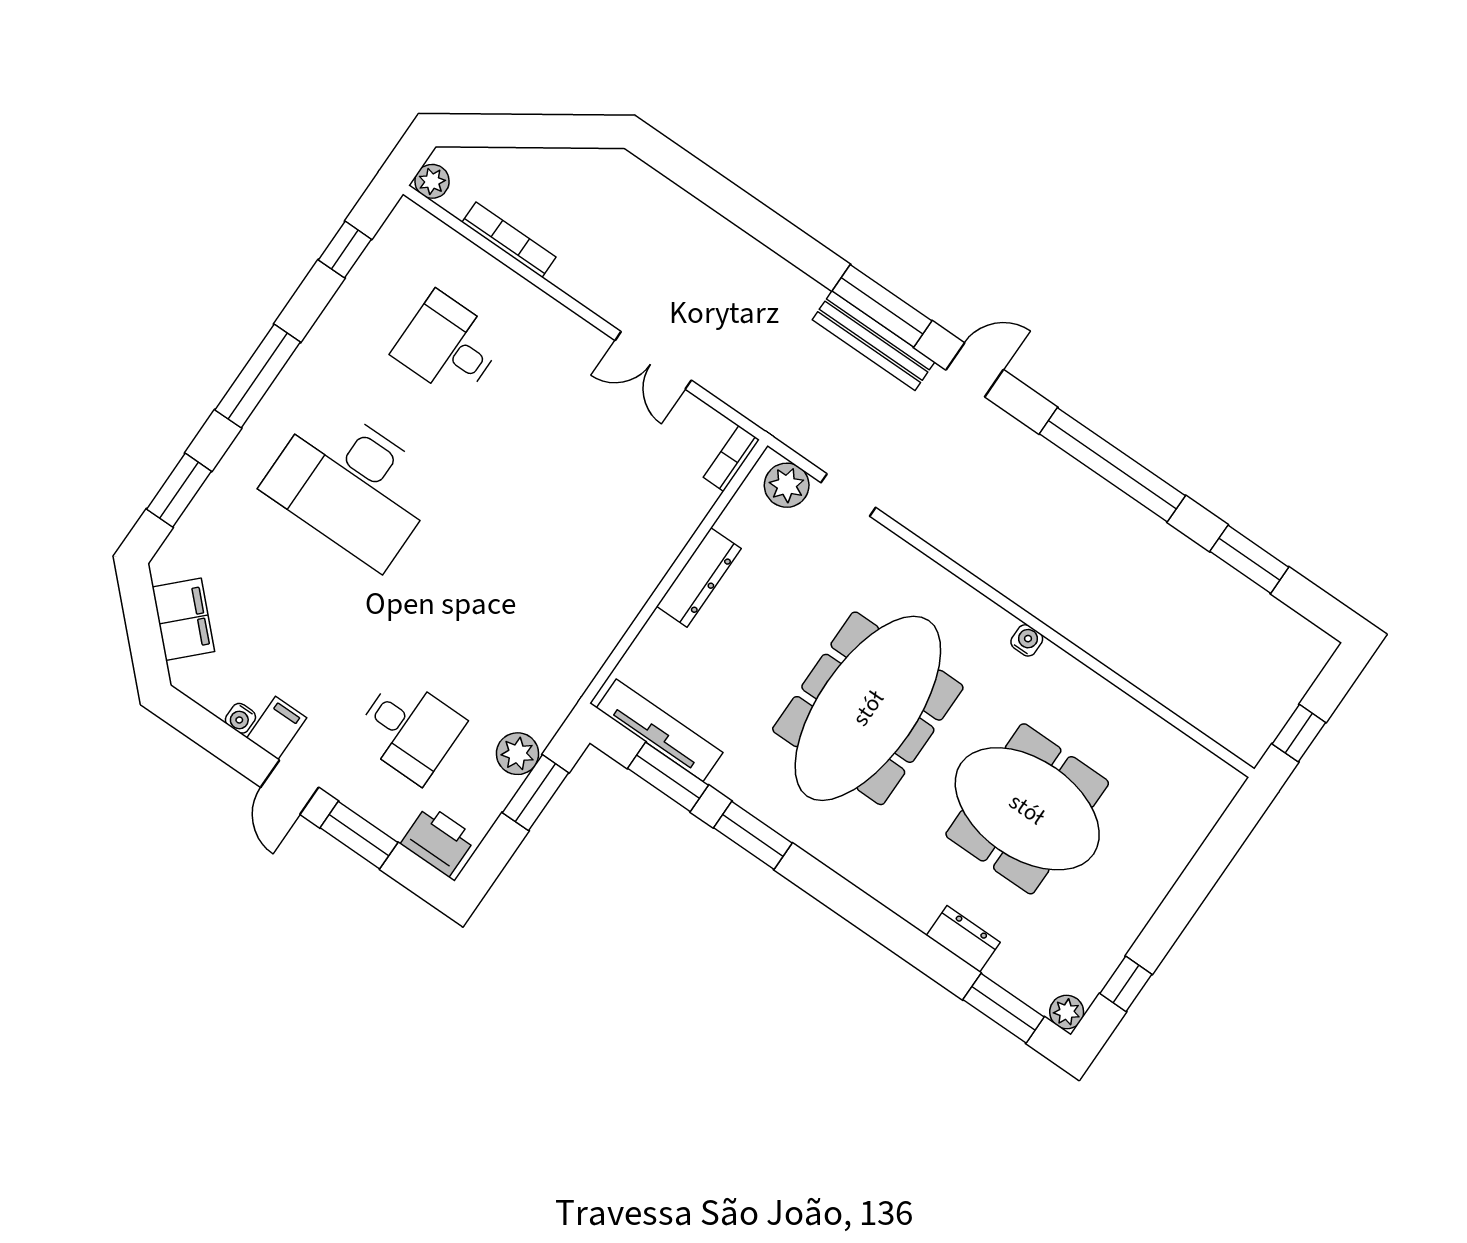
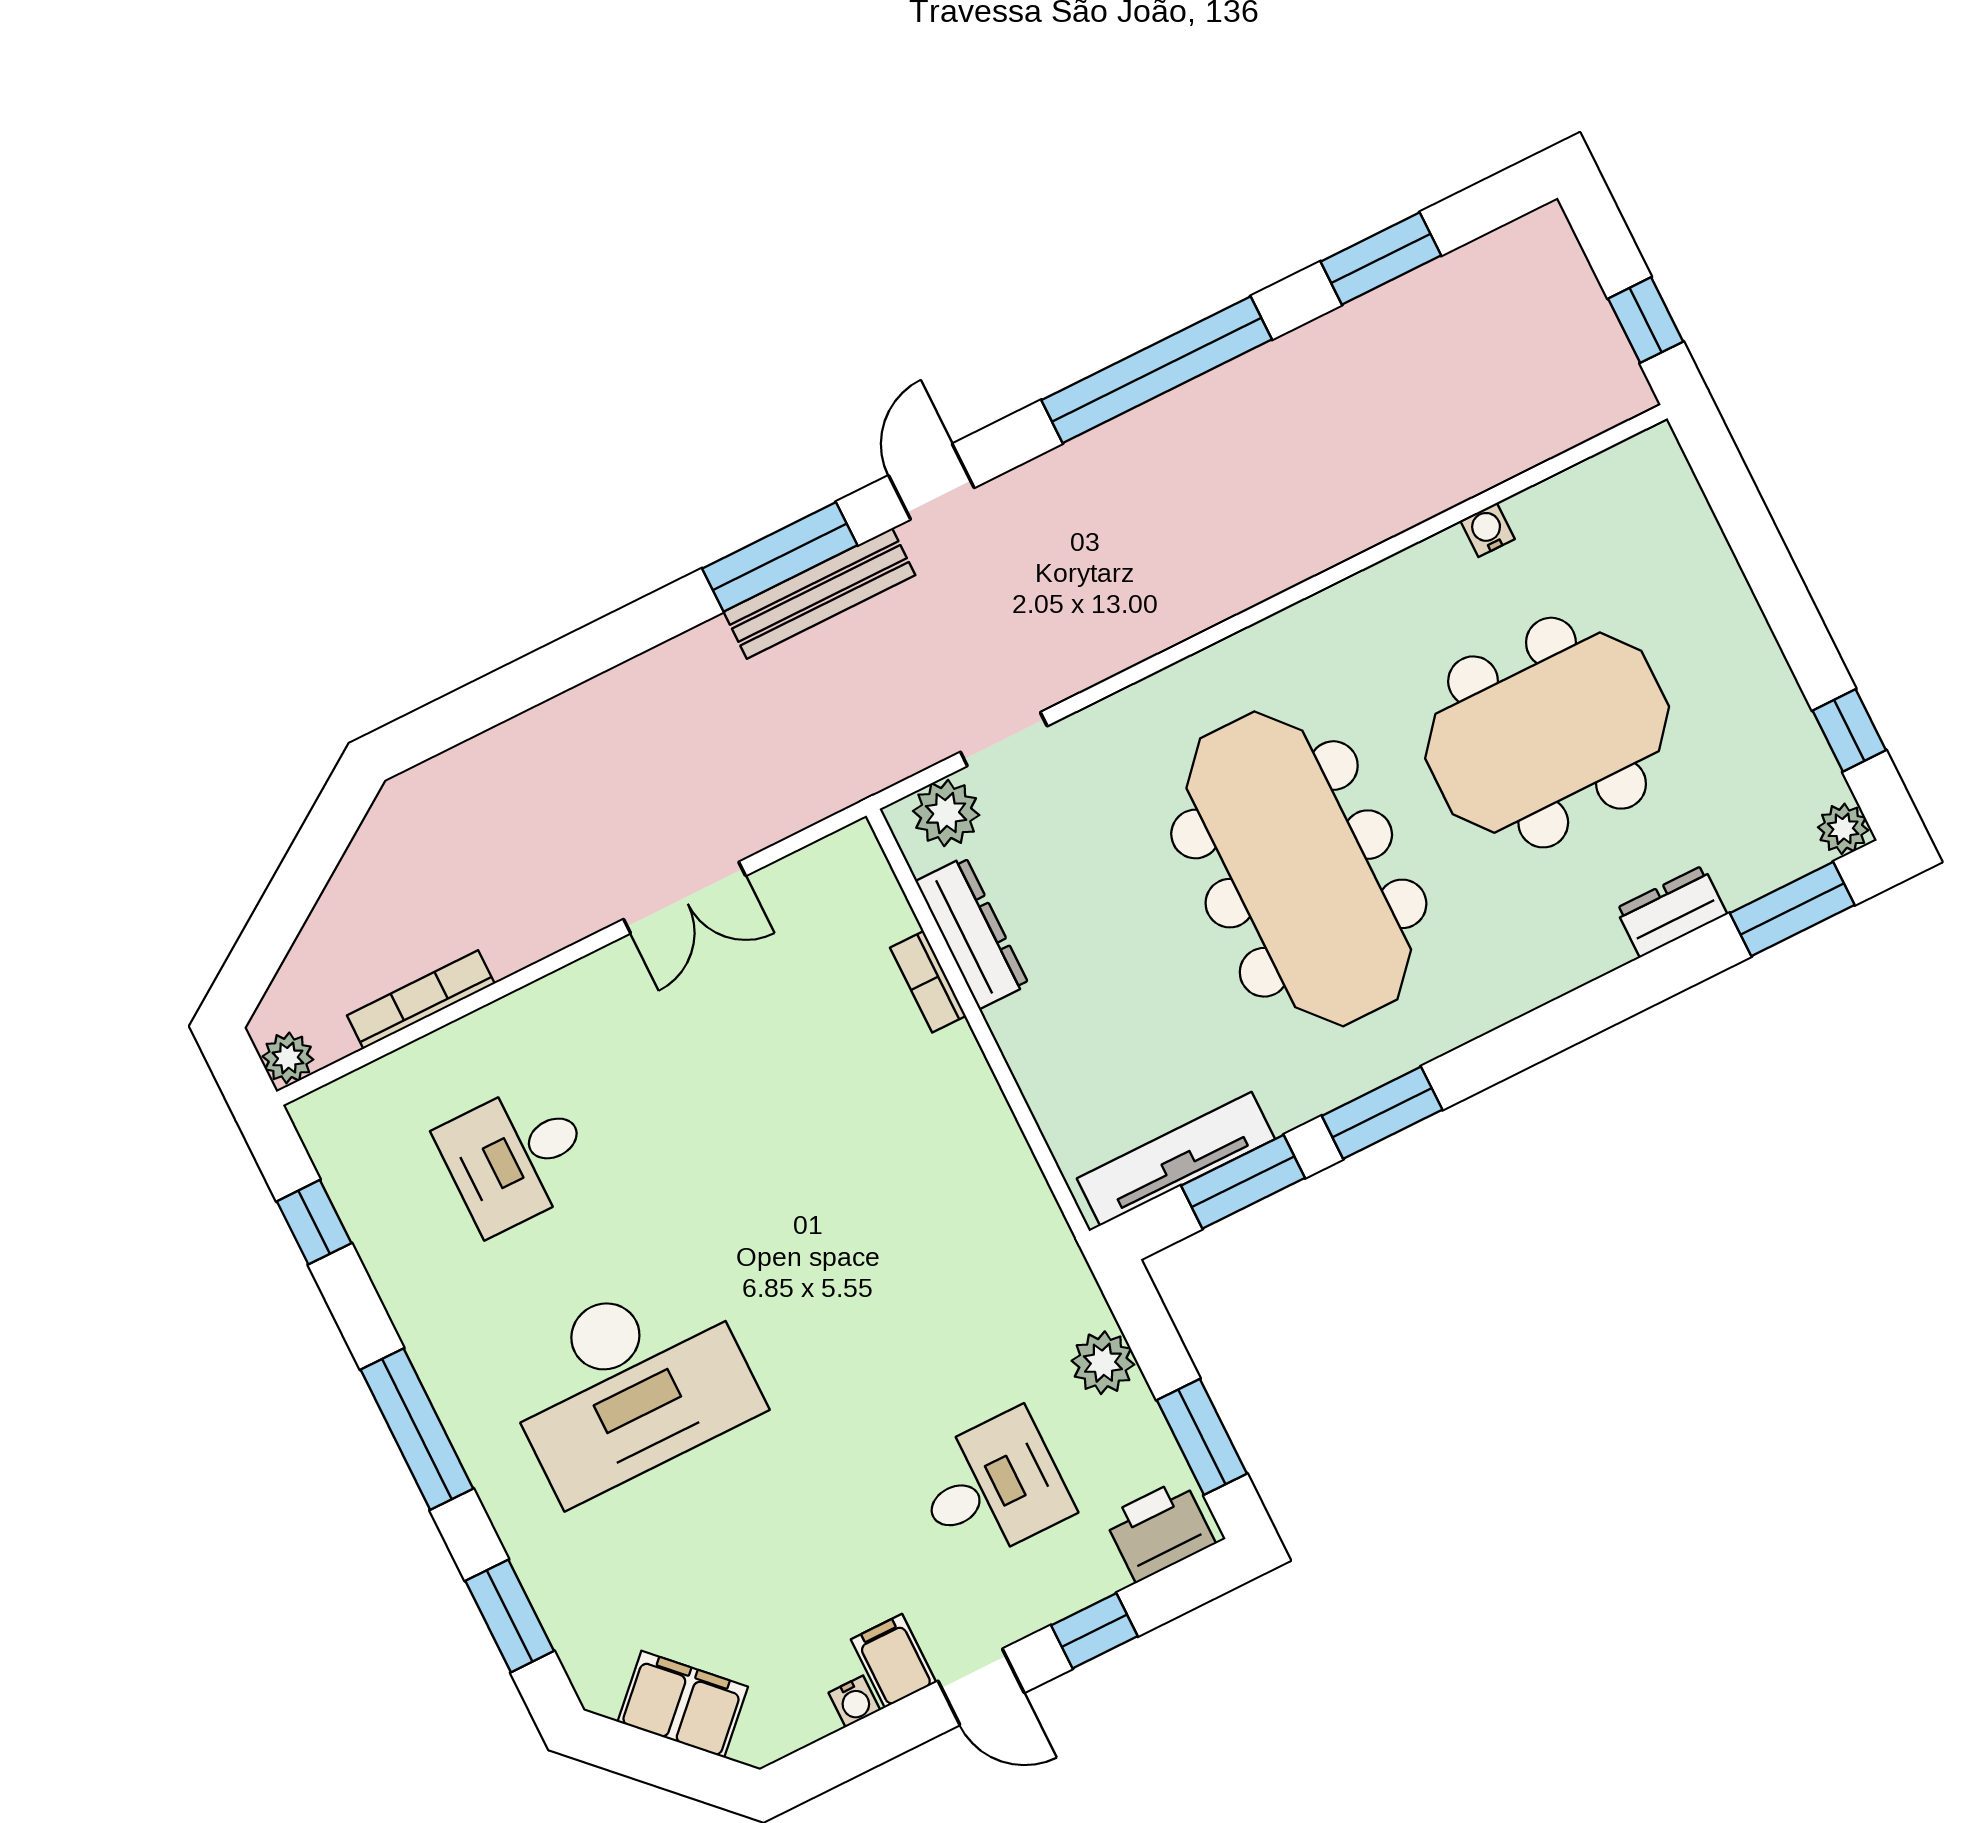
bookcase: (731, 458) -> (928, 982), moved
dresser: (699, 577) -> (972, 933), moved
water cooler: (1027, 640) -> (1487, 530), moved
window: (535, 793) -> (1202, 1437), moved
window: (359, 835) -> (1094, 1631), width x0.67

